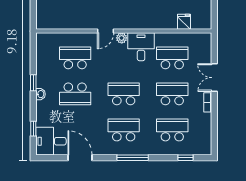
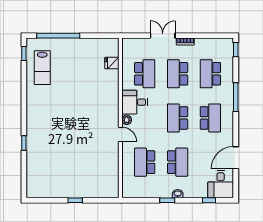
school desk: (172, 58) -> (145, 74), turned 180
double door: (214, 78) -> (163, 36), swing flipped
school desk: (124, 130) -> (210, 118), turned 180
window: (133, 158) -> (236, 97), moved
window: (185, 158) -> (236, 50), moved

